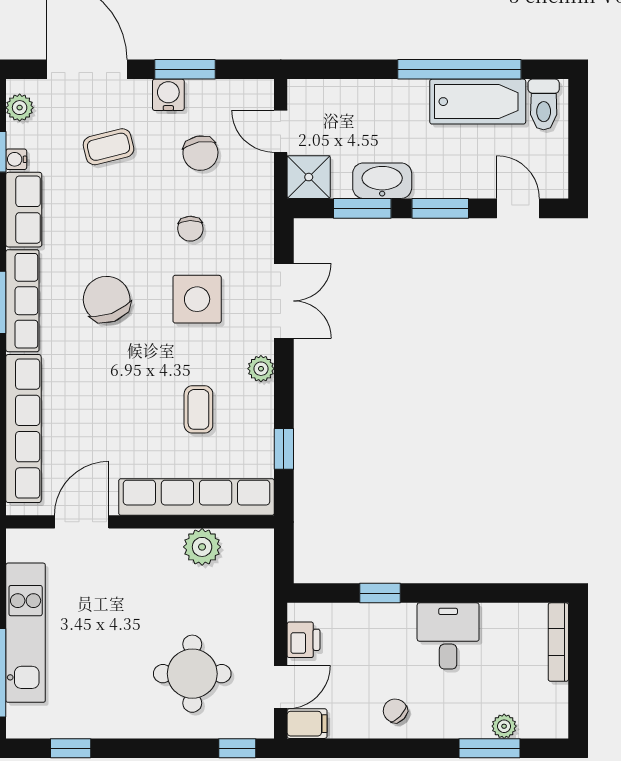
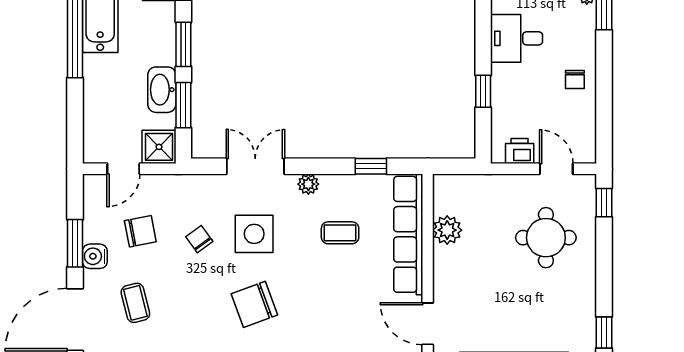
chair: (190, 229) -> (199, 239), turned -124
chair: (395, 711) -> (575, 79), turned -43
filing cabinet: (307, 724) -> (585, 148), removed

